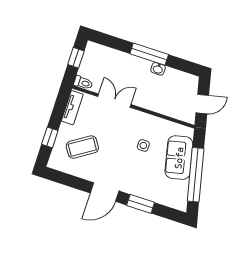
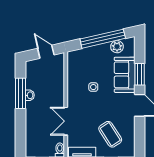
window: (149, 54) -> (21, 93), moved
sofa: (179, 158) -> (125, 75), moved, turned 103
plant: (181, 188) -> (117, 47), added

